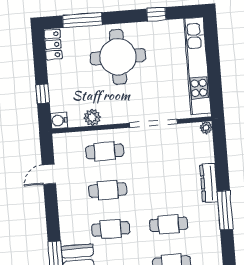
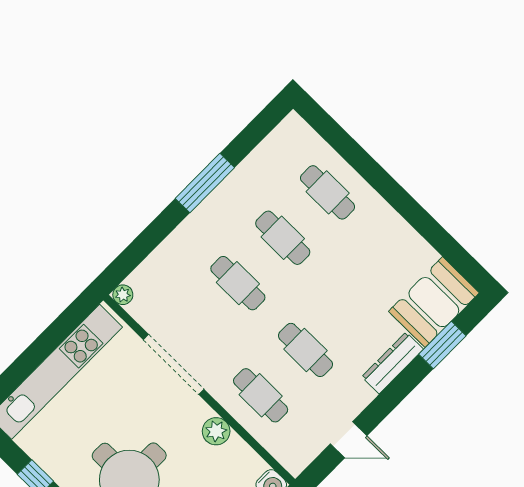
plant: (92, 117) -> (216, 431), moved
dresser: (209, 183) -> (393, 363), moved, turned 180
cafe table: (111, 229) -> (238, 283), moved

